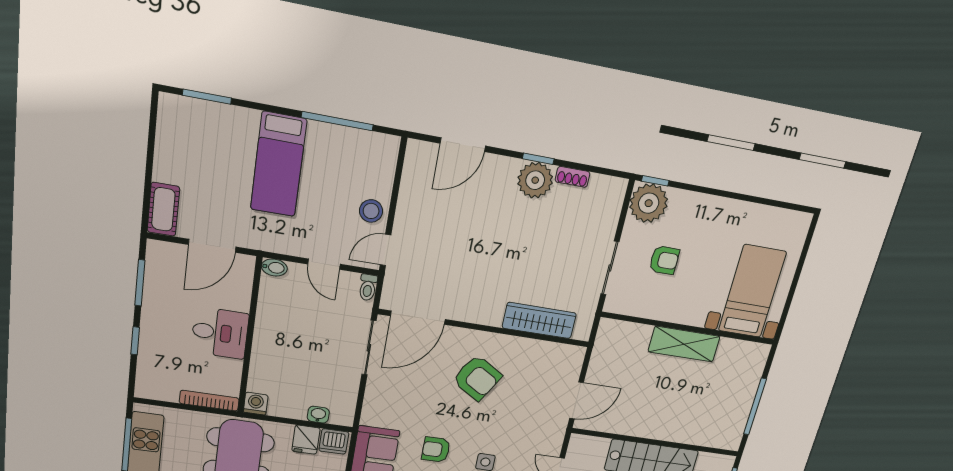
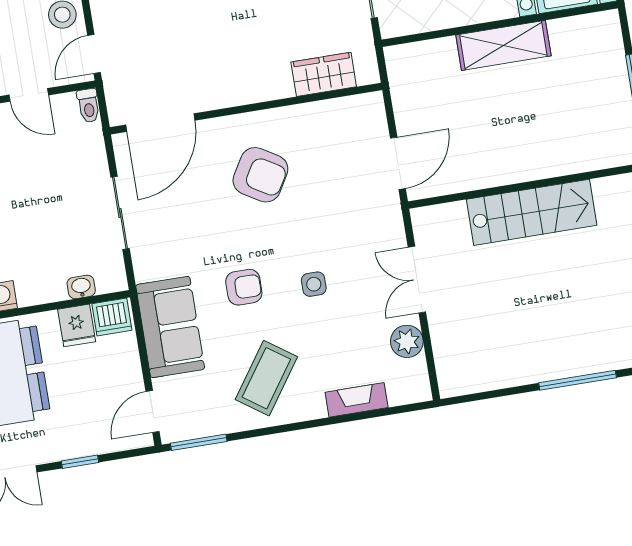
wardrobe: (539, 321) -> (324, 74), width x0.67
sliding door: (369, 348) -> (120, 213), moved
armchair: (436, 450) -> (244, 287), turned 180

